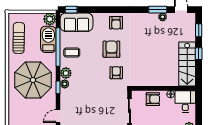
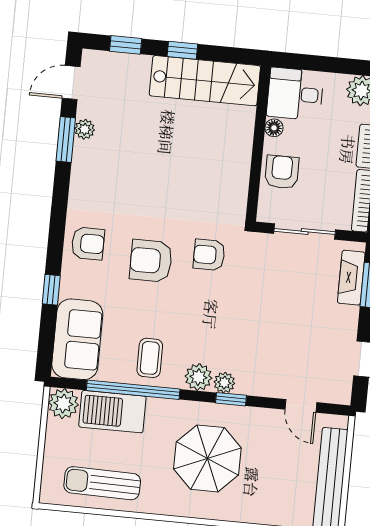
window: (71, 10) -> (51, 290), moved
parasol: (33, 80) -> (207, 458), width x0.73, depth x0.73

